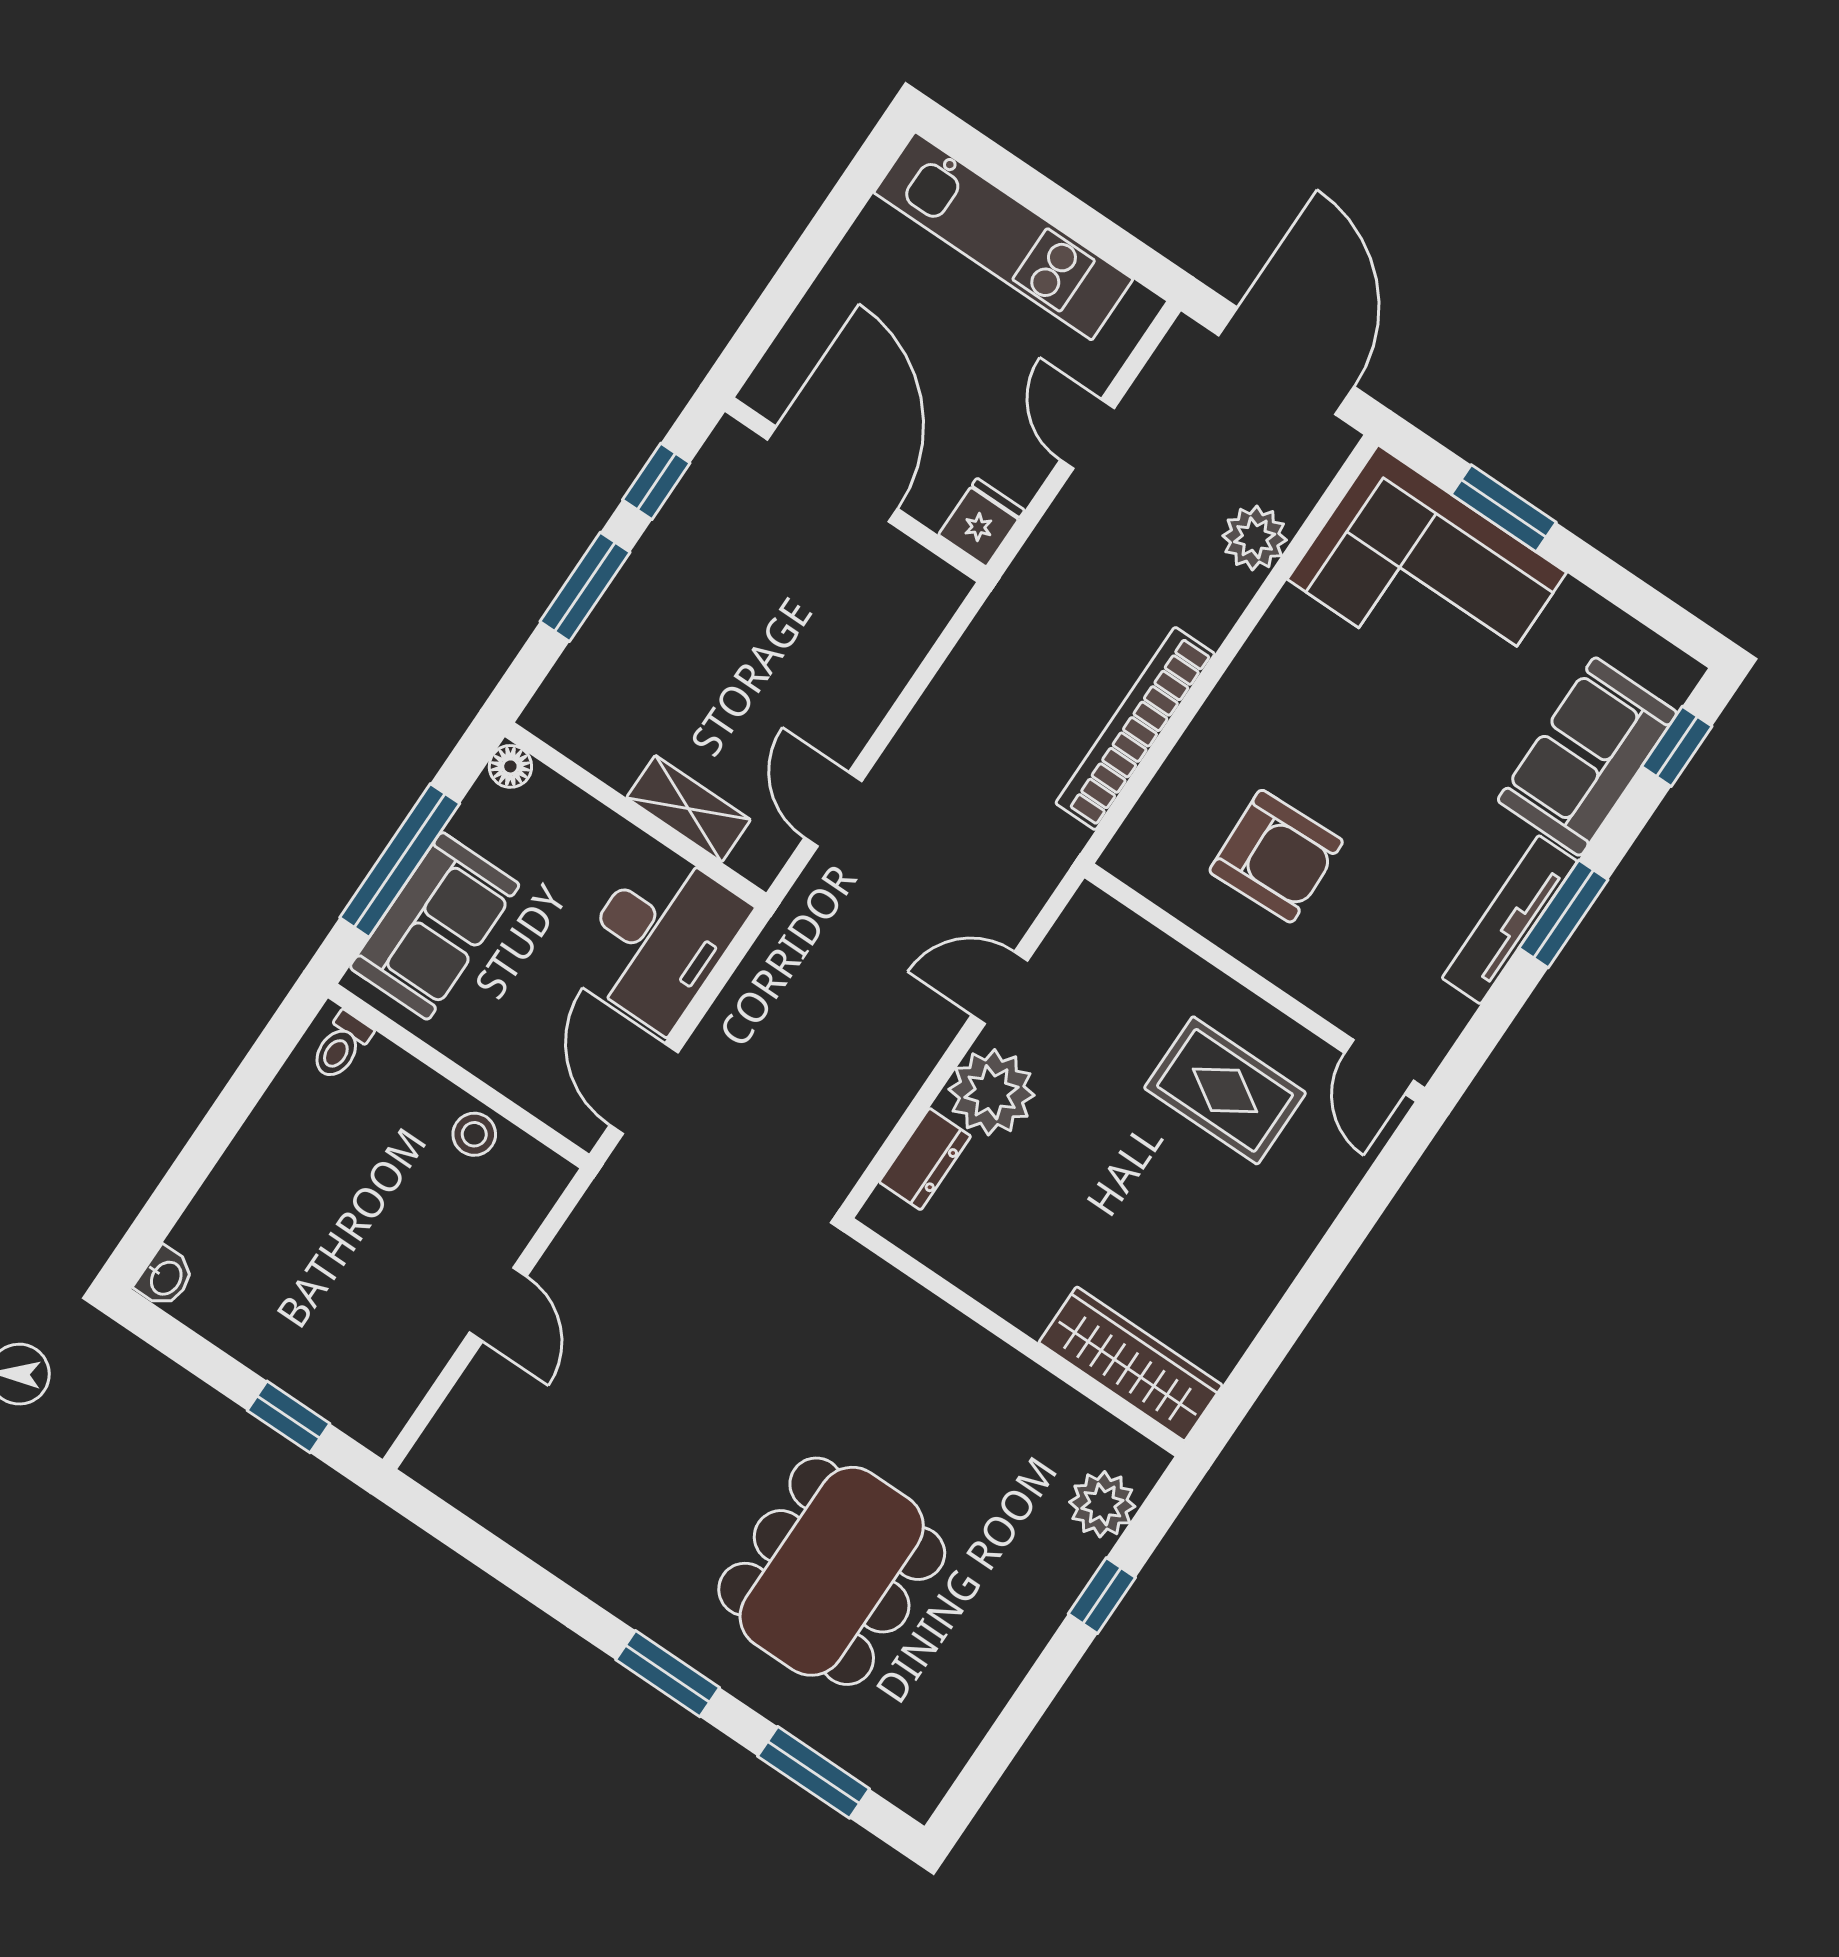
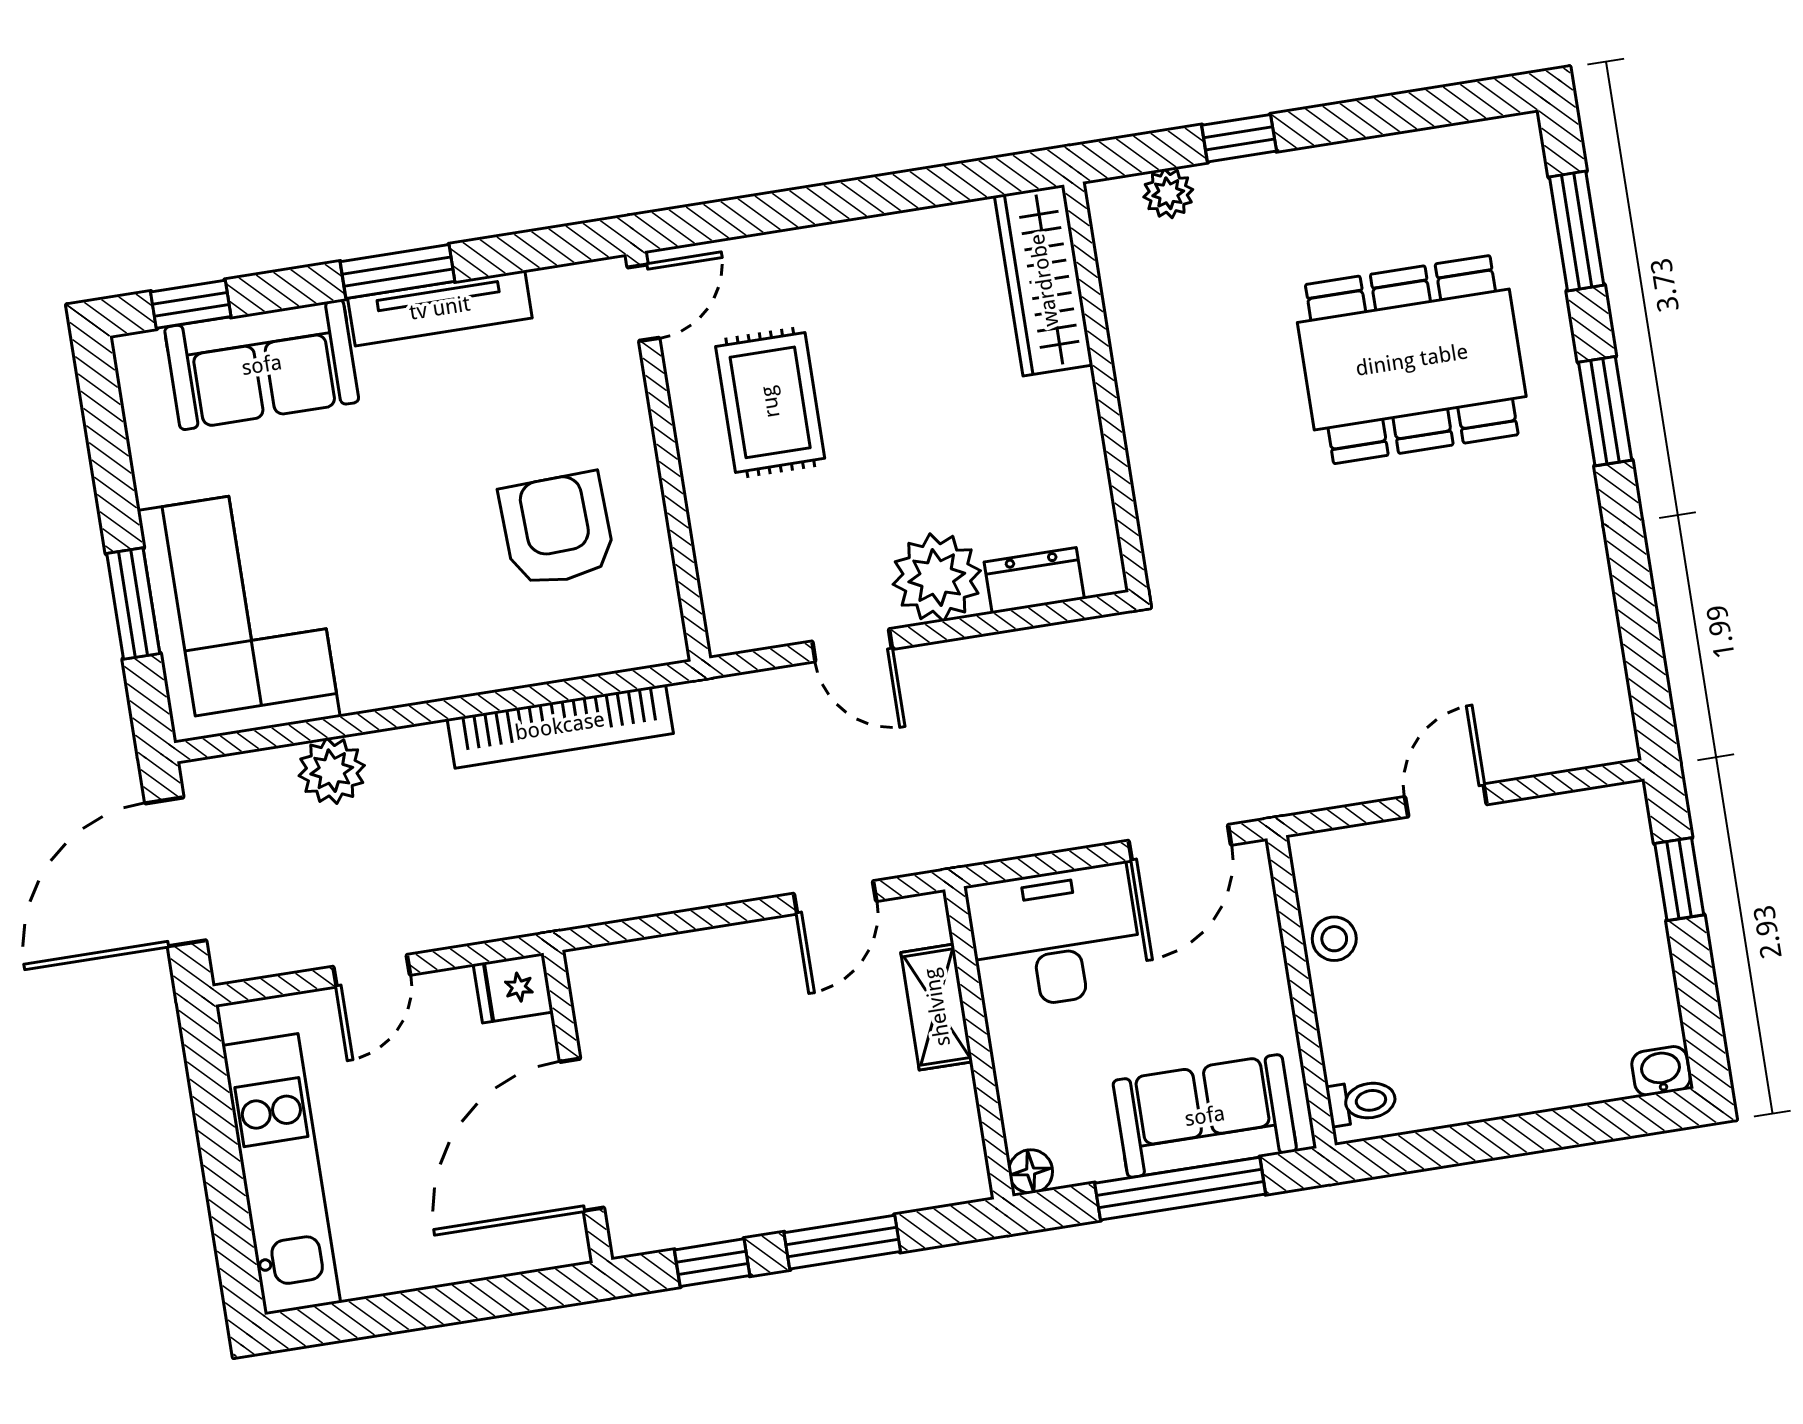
plant: (1102, 1504) -> (1168, 193), width x0.73, depth x0.73

